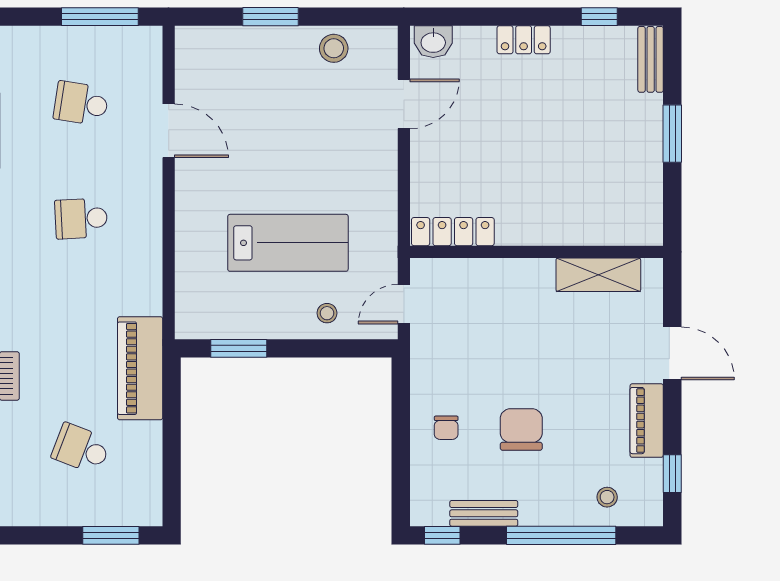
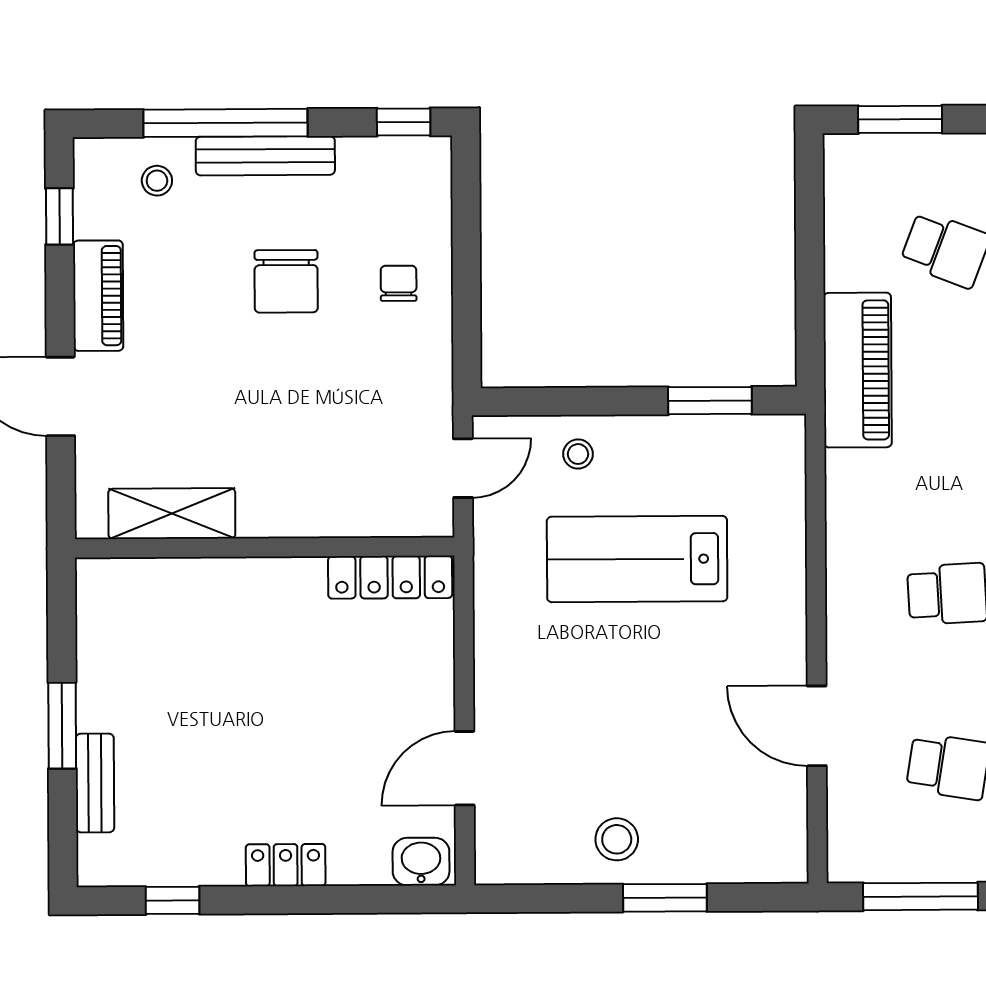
stool: (334, 48) -> (617, 839), moved
bench: (651, 59) -> (95, 783), moved
bench: (484, 513) -> (265, 156), moved, width x1.36

